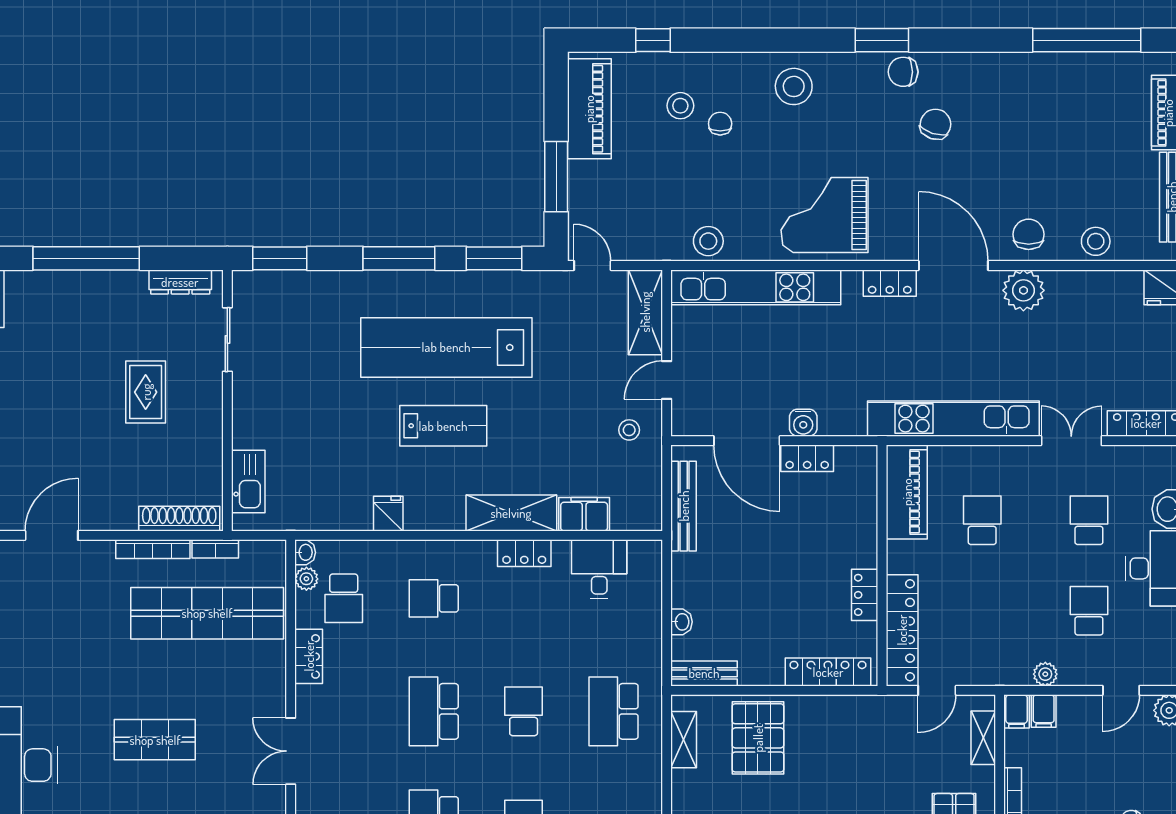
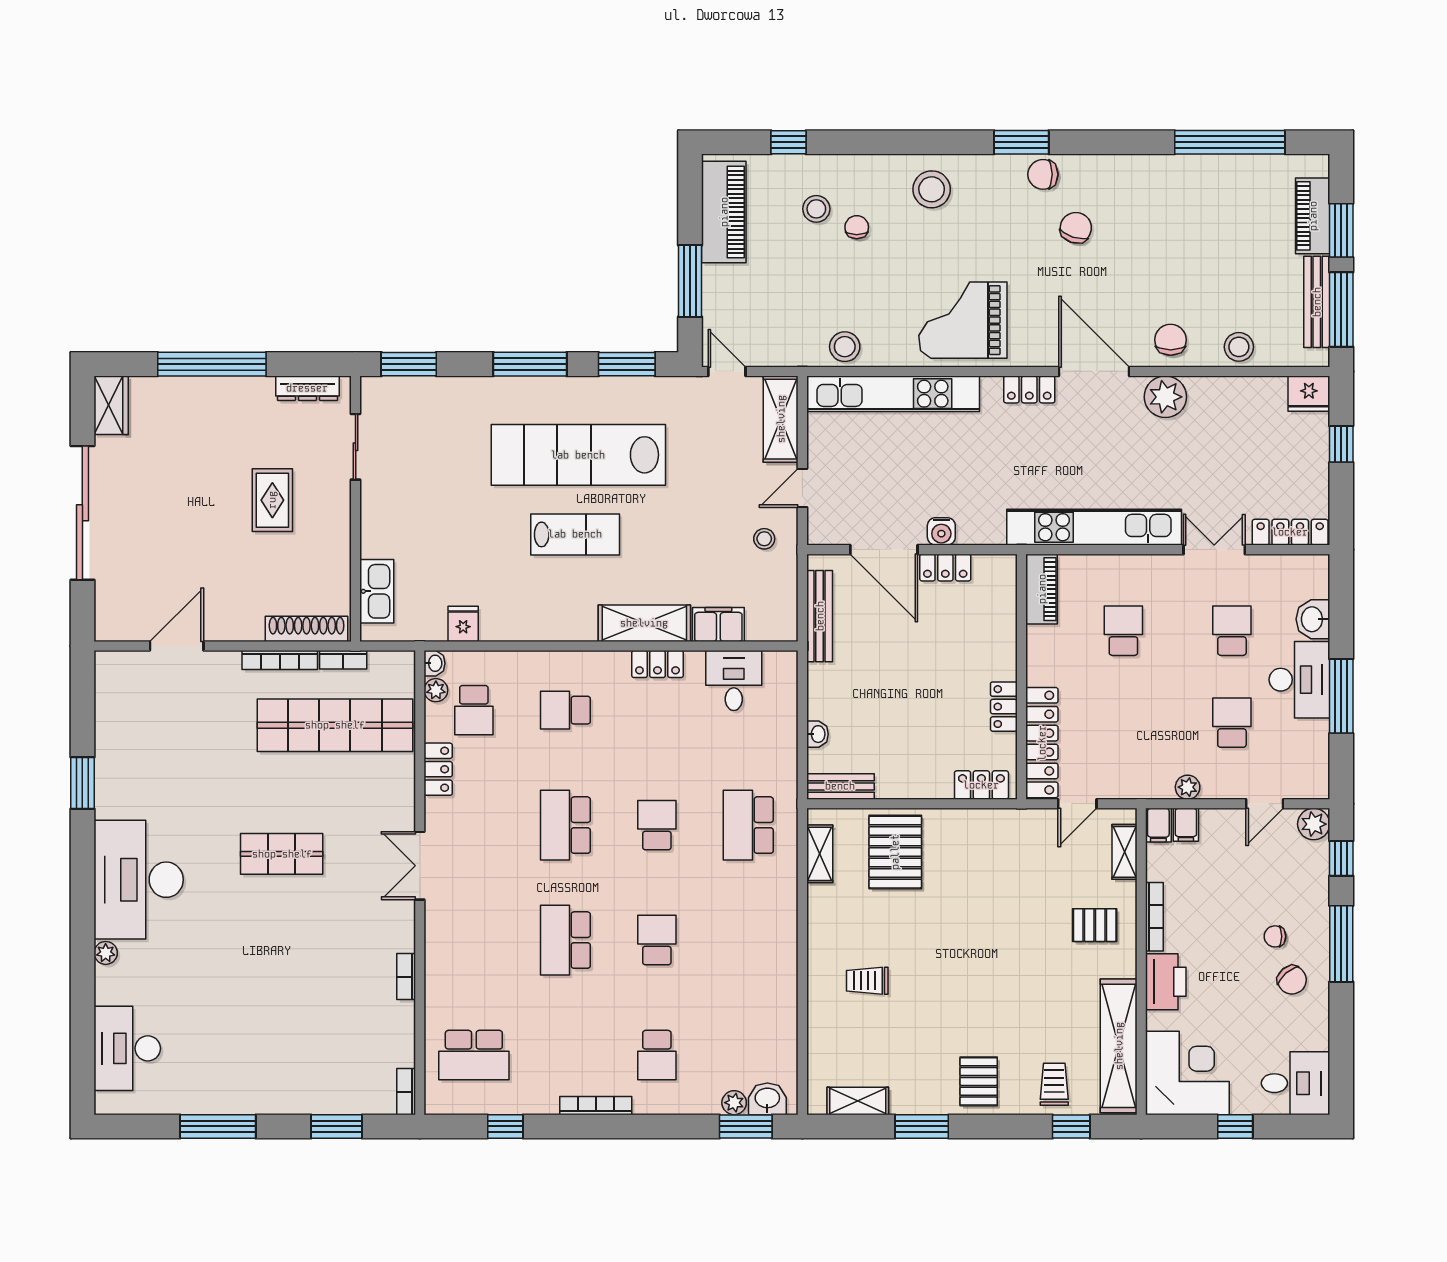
piano: (907, 492) -> (1042, 589), width x0.73, depth x0.75
fridge: (388, 514) -> (463, 624), moved
locker: (828, 672) -> (981, 785), width x0.66

